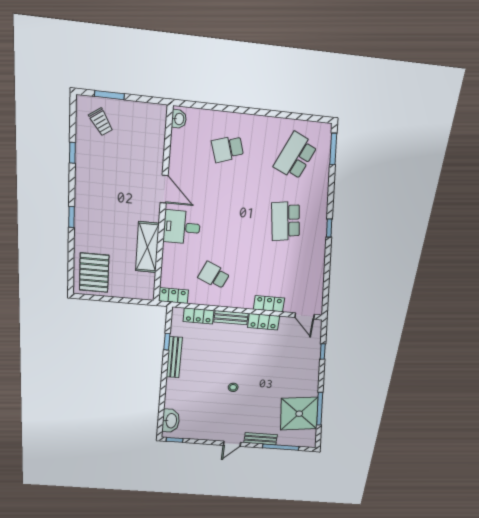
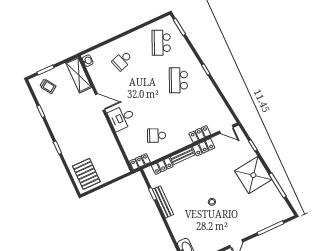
school desk: (286, 221) -> (178, 80), turned 33
shelving: (147, 247) -> (79, 75), moved
shower: (299, 414) -> (253, 175), moved
bench: (261, 439) -> (253, 229), removed

